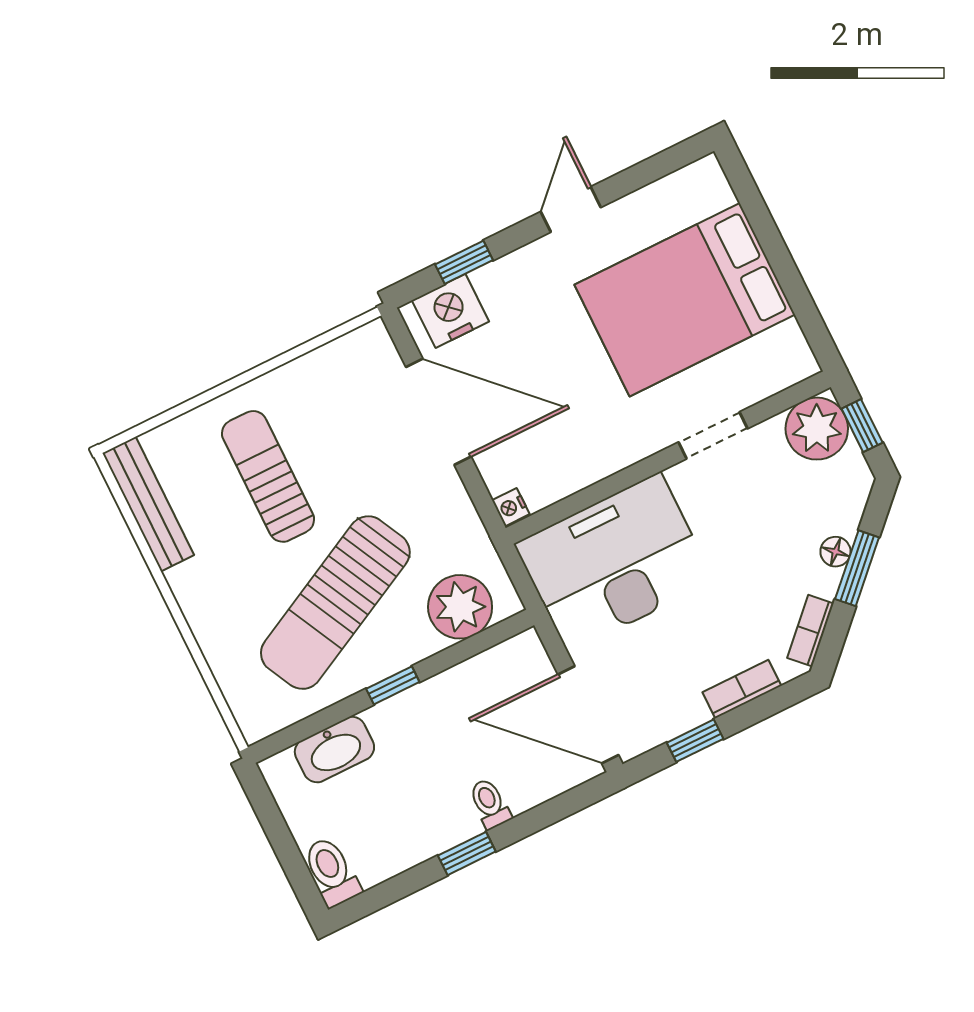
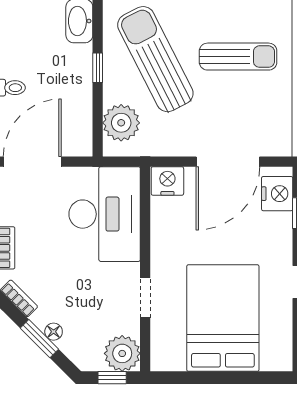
nightstand: (511, 507) -> (167, 181), width x1.89, depth x1.79

